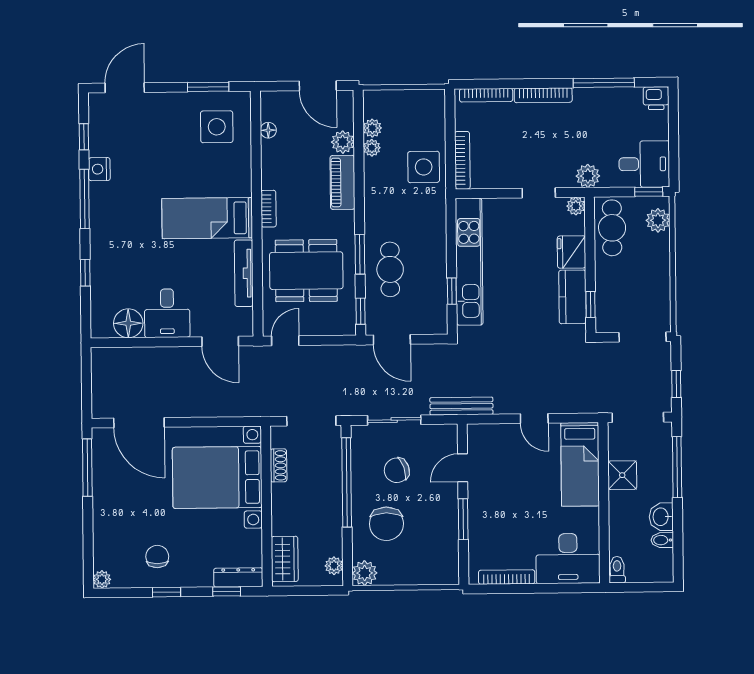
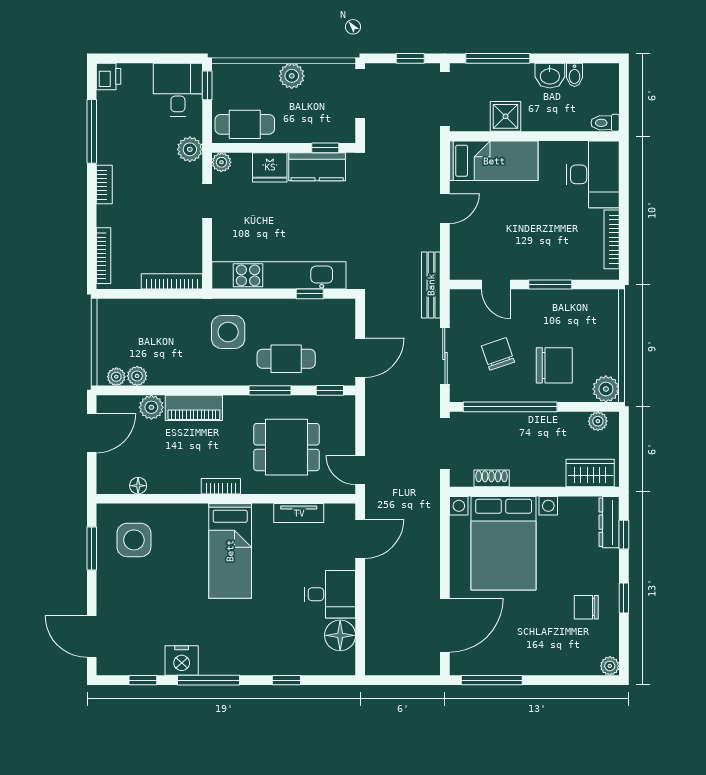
bookcase: (543, 95) -> (104, 185), width x0.64
plant: (372, 148) -> (116, 377), moved
side table: (424, 167) -> (228, 332), moved
nightstand: (99, 169) -> (182, 660), width x1.36, depth x1.33
plant: (658, 220) -> (292, 76), moved
dining table: (306, 271) -> (287, 447), width x0.73
tv unit: (244, 273) -> (299, 513), width x0.71
chair: (397, 470) -> (498, 354), turned 180

